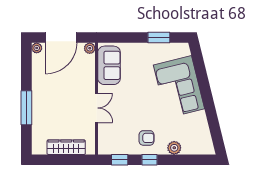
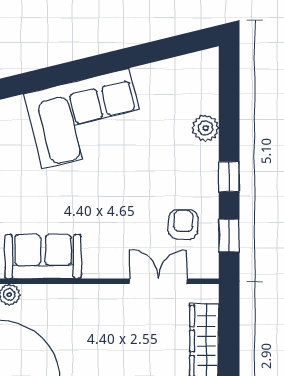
double door: (97, 108) -> (158, 281), moved
armchair: (147, 138) -> (183, 225), moved

